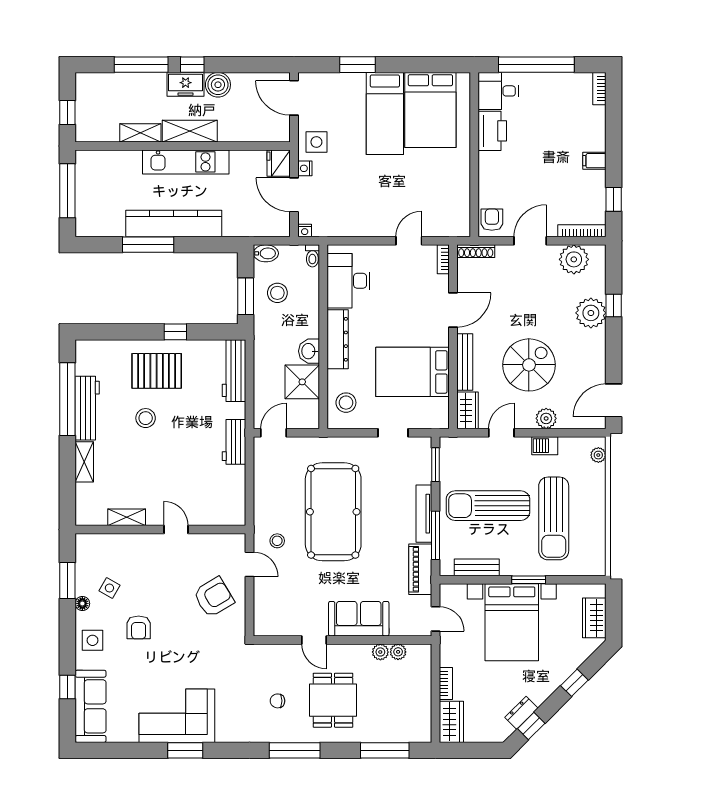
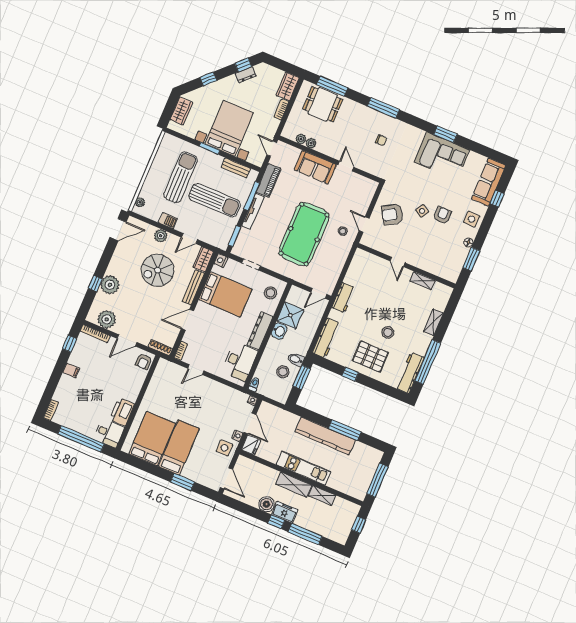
bidet: (266, 253) -> (296, 359), moved
workbench: (87, 408) -> (410, 373), moved
nightstand: (441, 420) -> (221, 260), added
side table: (109, 588) -> (422, 211), moved
dining table: (333, 700) -> (323, 104), moved, turned 90

